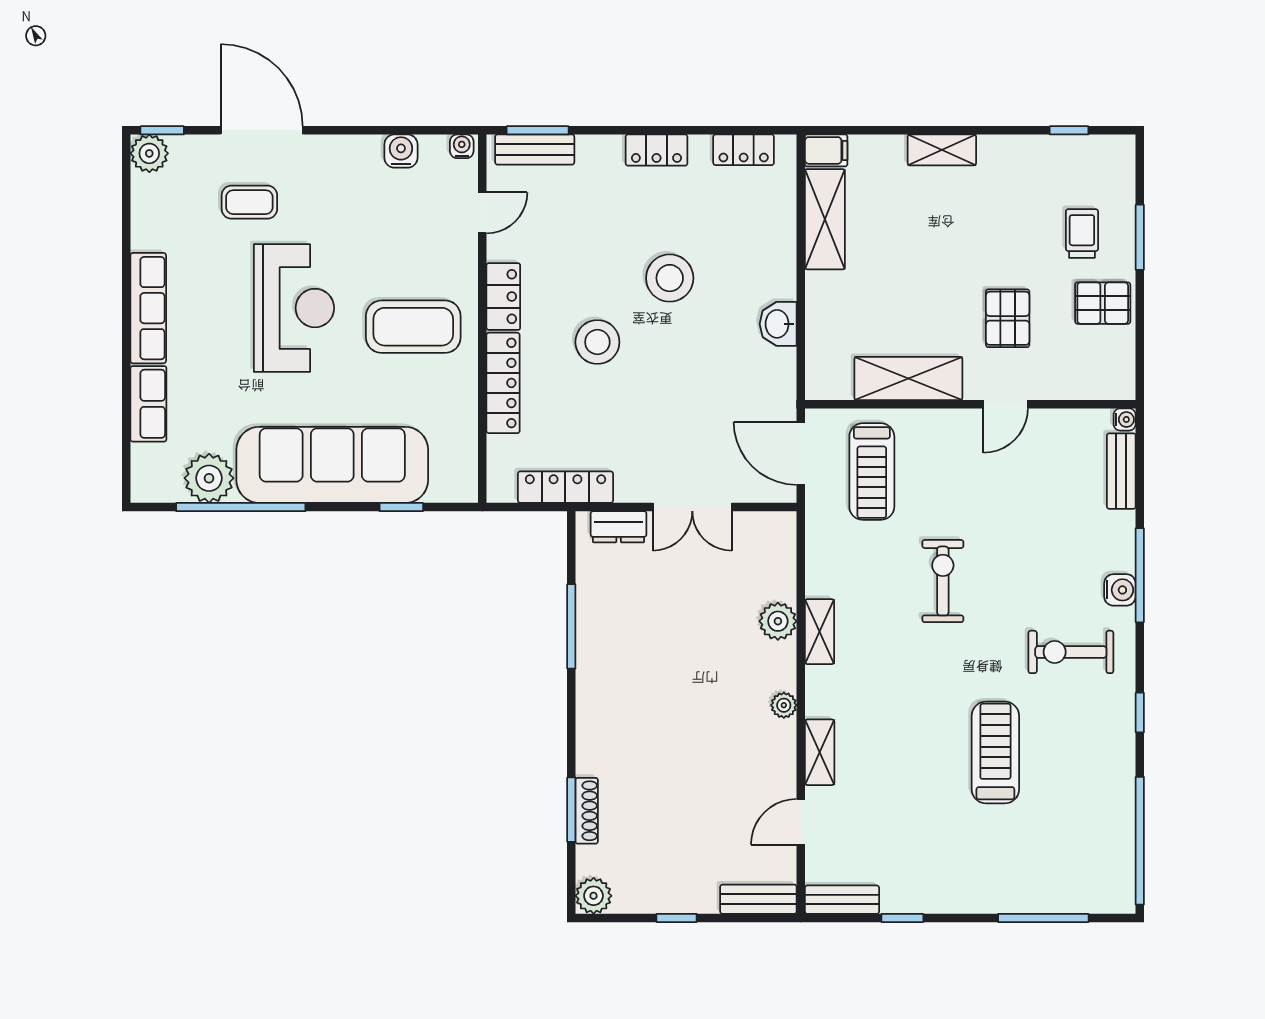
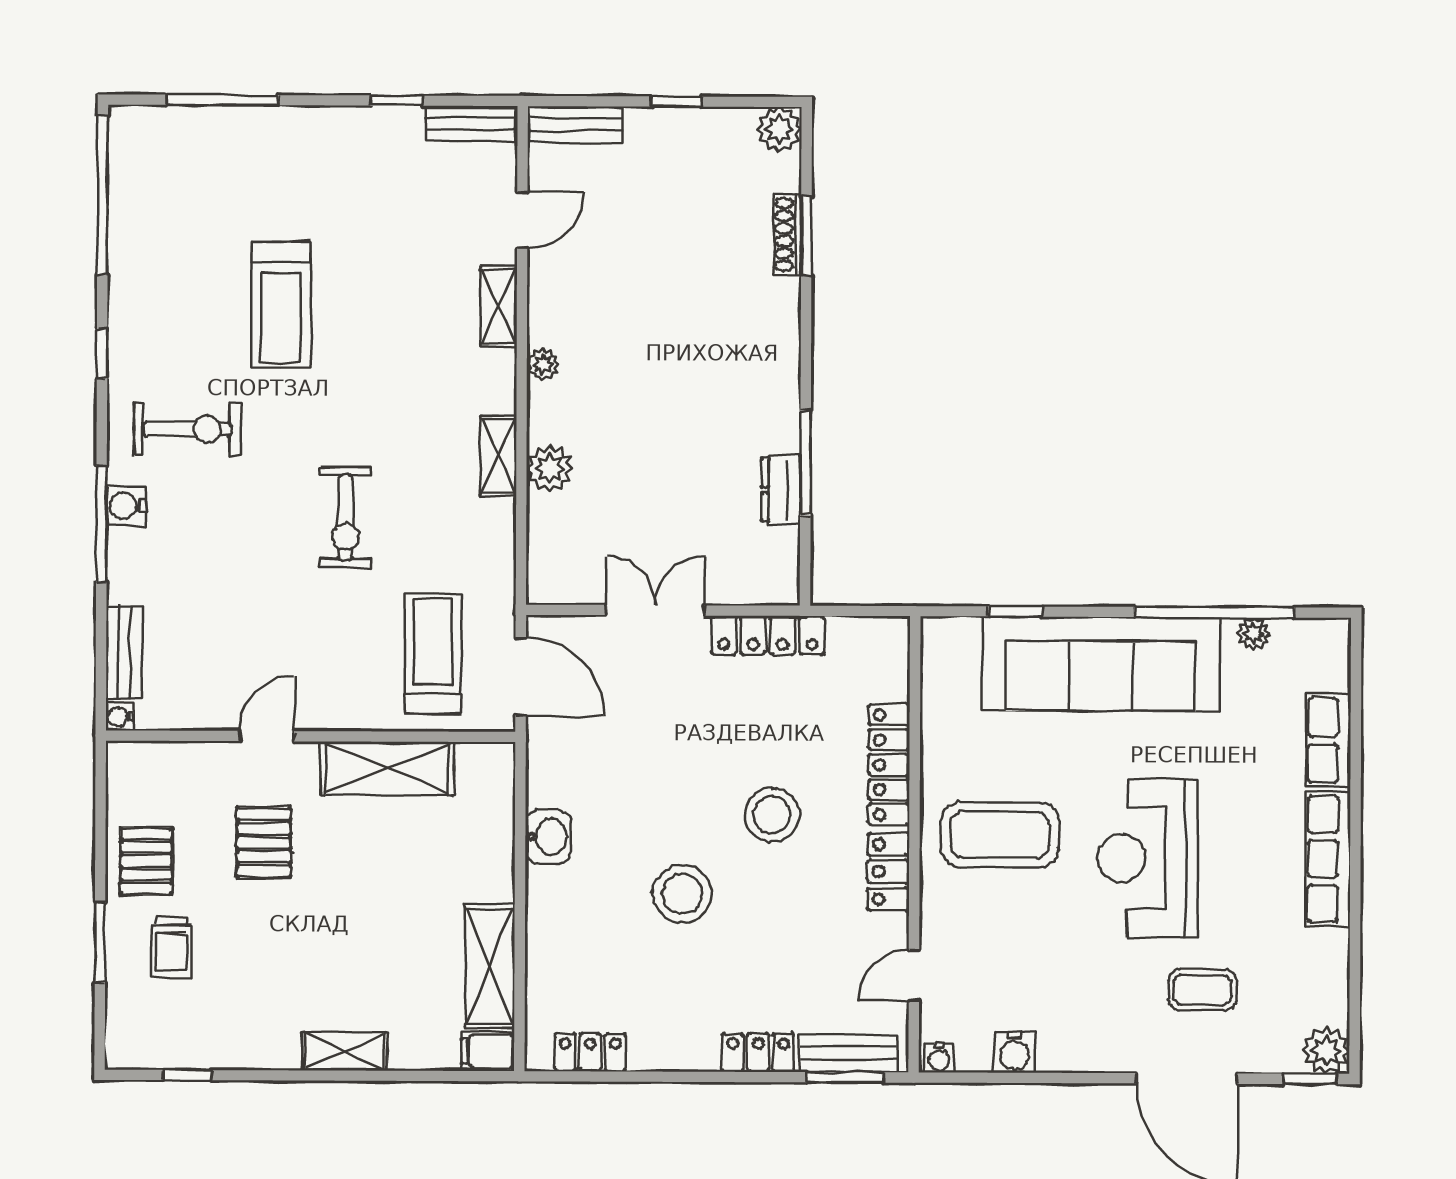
locker: (656, 150) -> (758, 1053), moved
pallet: (1103, 303) -> (146, 861), turned 90
plant: (209, 478) -> (1254, 634), width x0.53, depth x0.53
locker: (565, 487) -> (768, 635), moved
dresser: (619, 527) -> (781, 490), moved, turned -90

